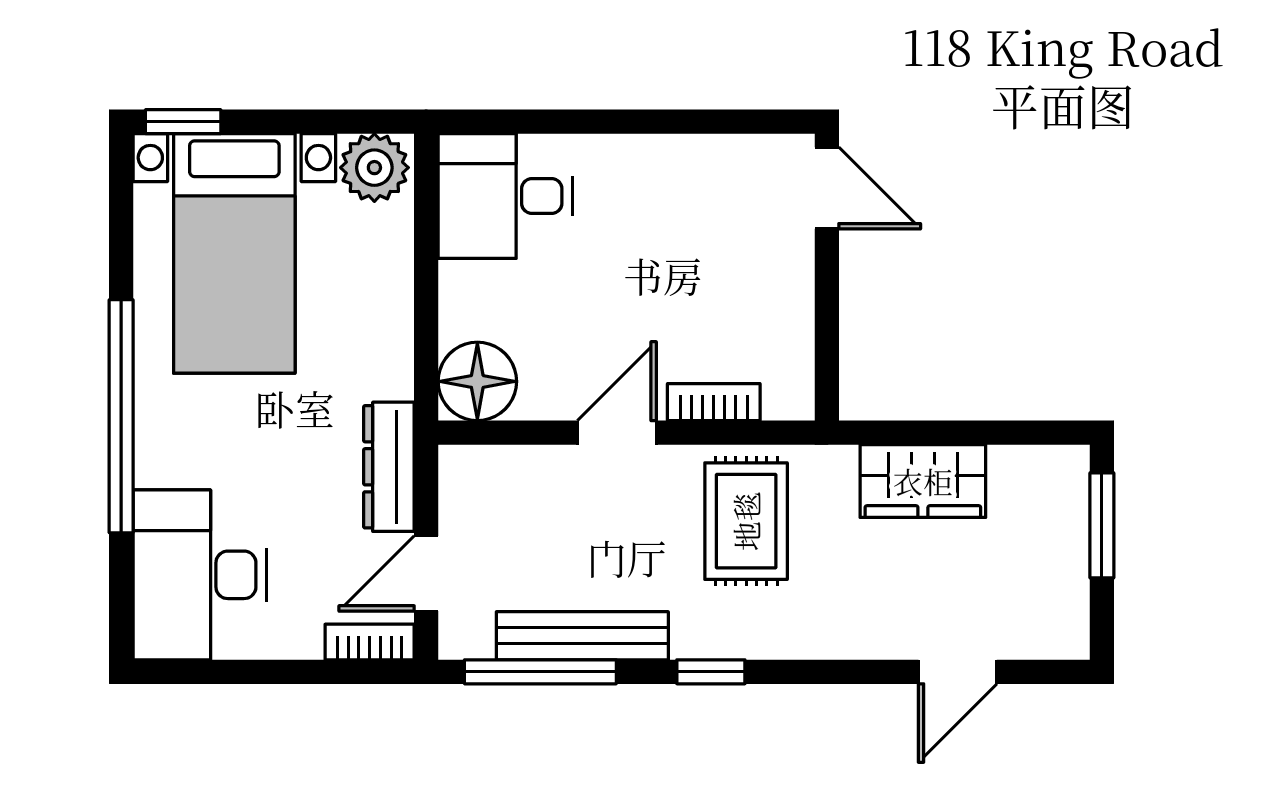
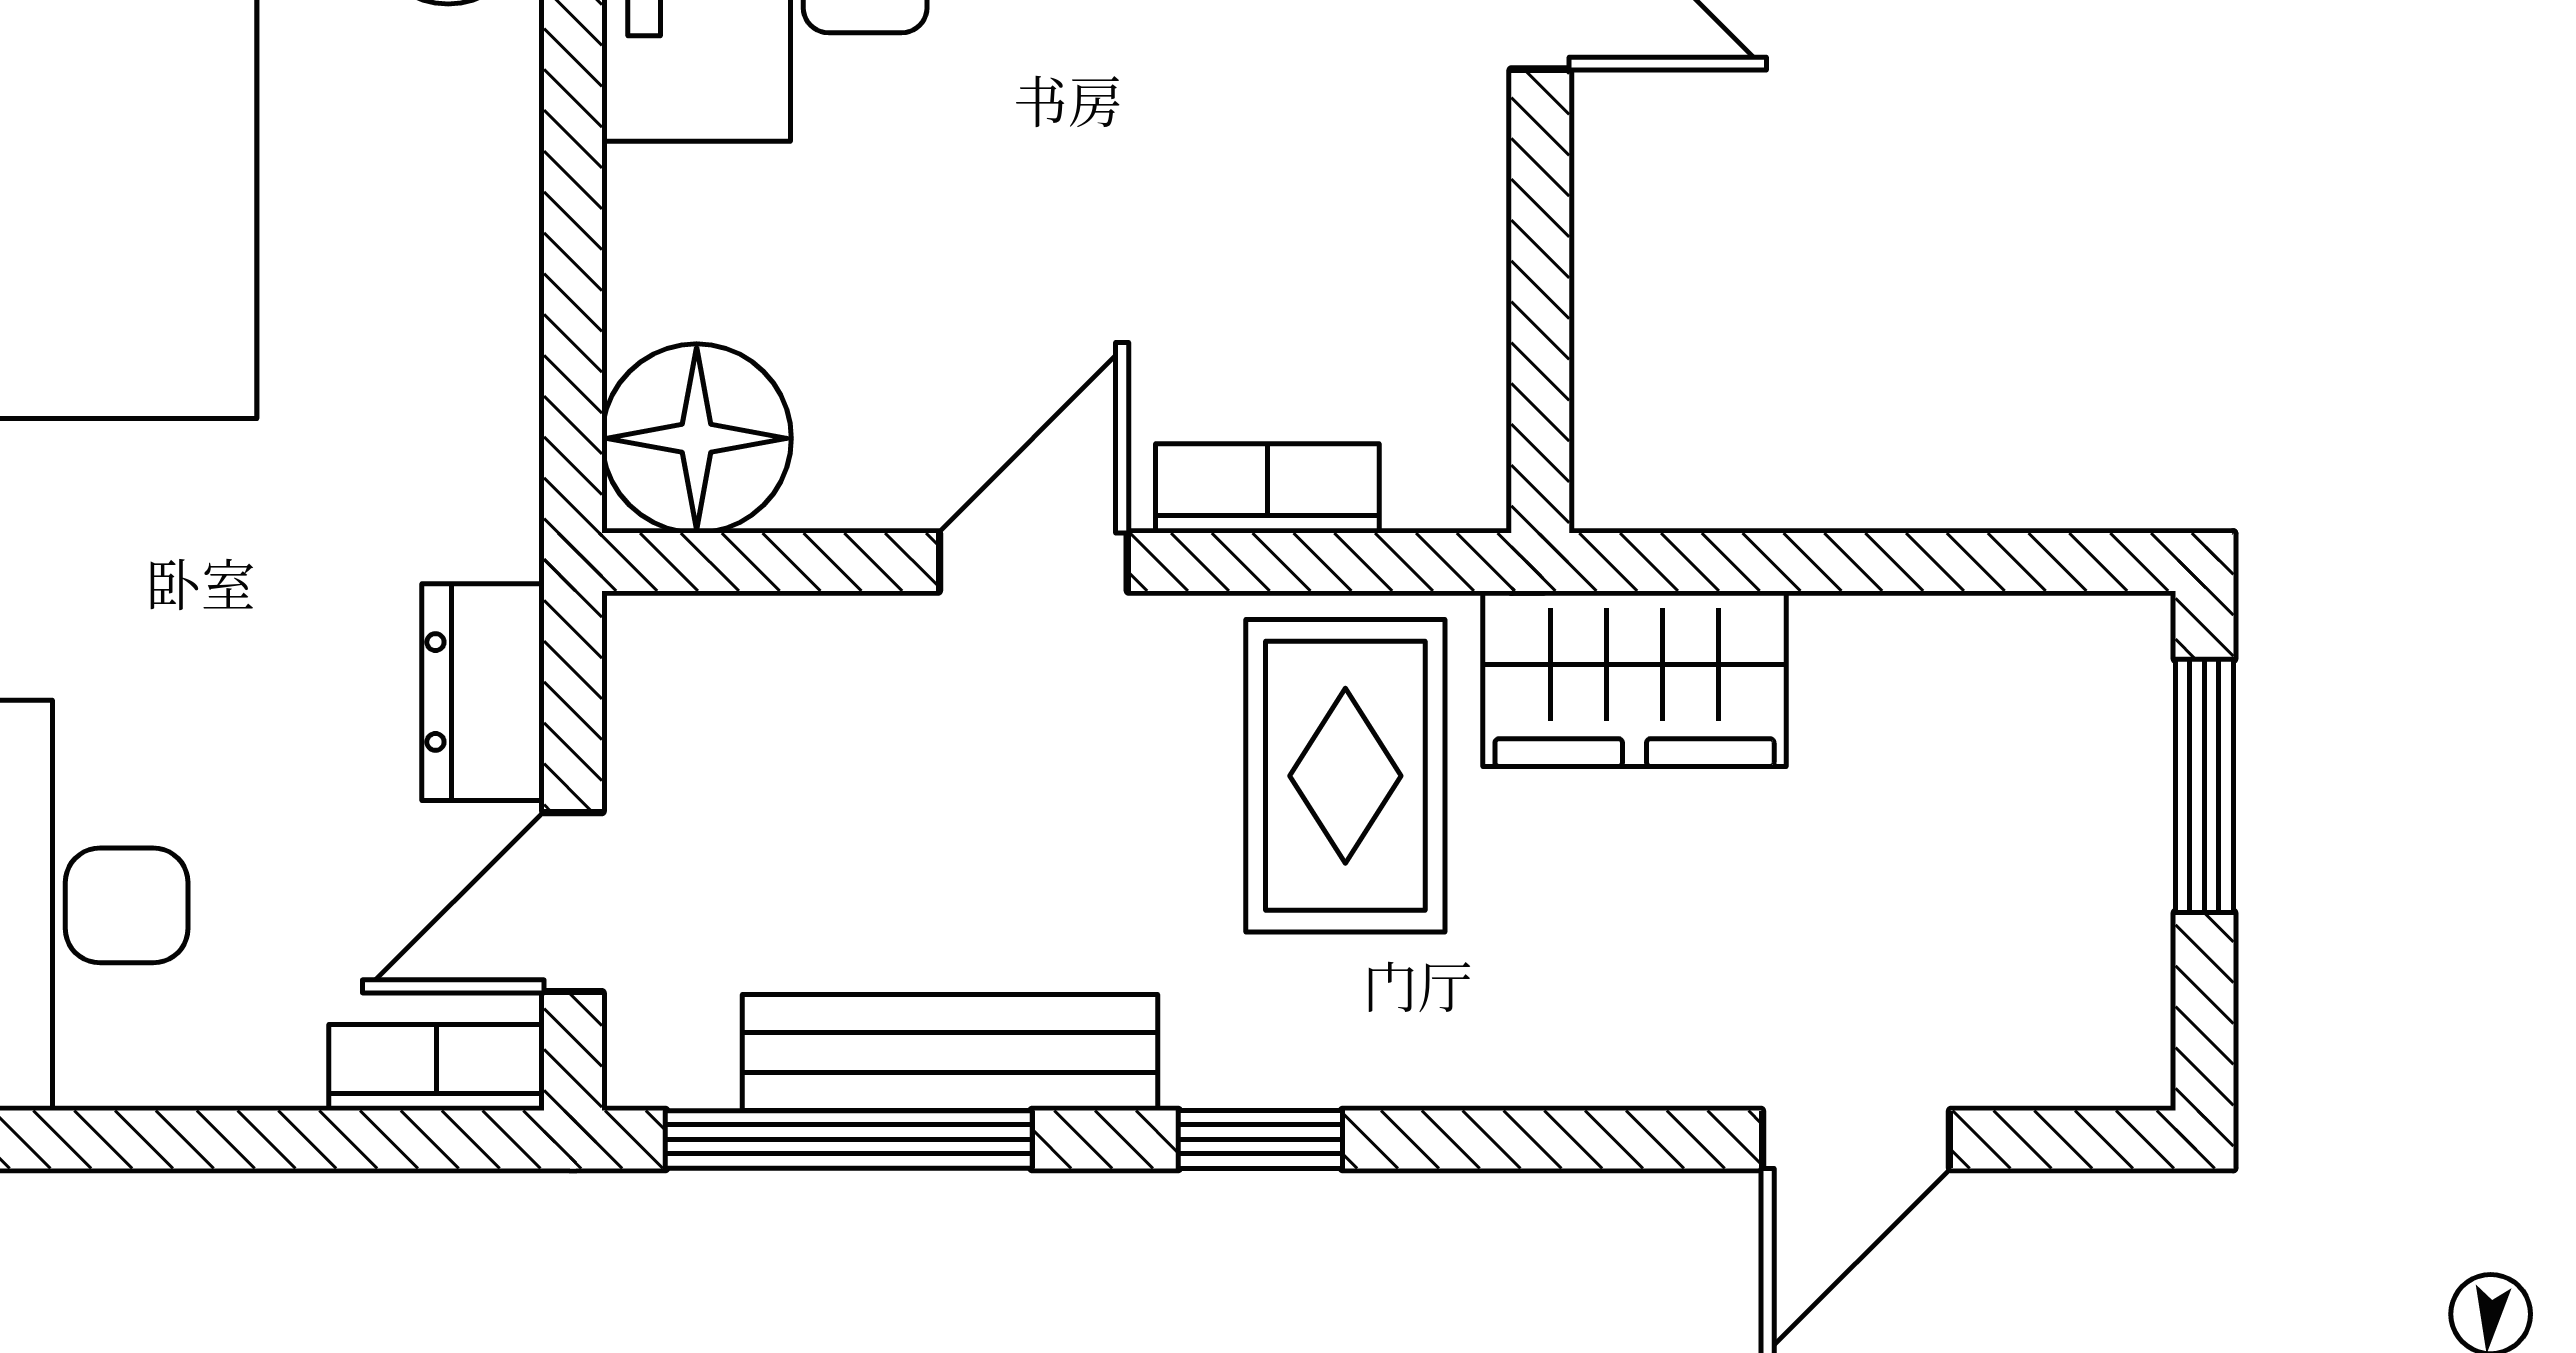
dresser: (389, 467) -> (483, 692), width x0.70
wardrobe: (923, 481) -> (1635, 679), moved

